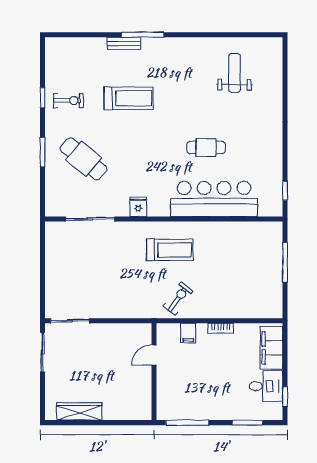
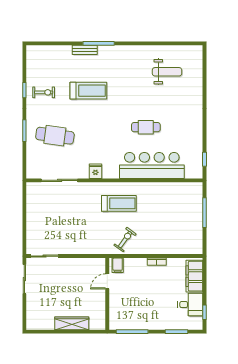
weight bench: (235, 73) -> (167, 72), turned 90
cafe table: (84, 159) -> (55, 136), turned -32
filing cabinet: (188, 333) -> (118, 265), moved
wardrobe: (79, 411) -> (72, 323), moved

